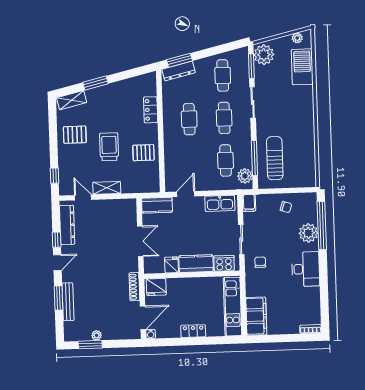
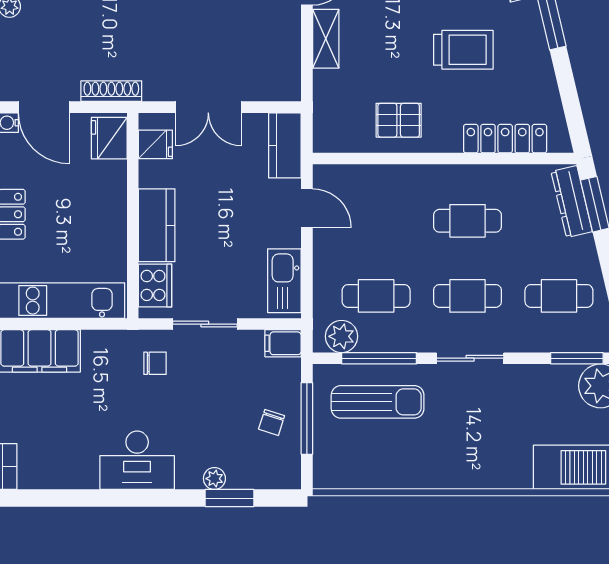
sliding door: (253, 102) -> (470, 358), moved
locker: (151, 110) -> (505, 139), width x1.53
trolley: (109, 147) -> (463, 50), moved
pallet: (143, 153) -> (399, 120), turned 90
window: (284, 191) -> (307, 418), added
window: (322, 226) -> (229, 498), width x0.47
plant: (308, 233) -> (214, 479), width x0.53, depth x0.53
fridge: (171, 265) -> (155, 144), moved

